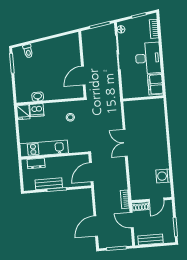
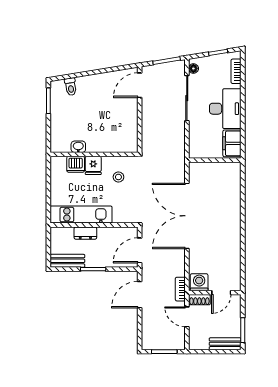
door: (83, 76) -> (140, 85), moved
fridge: (23, 112) -> (93, 165), moved
double door: (125, 143) -> (187, 216), width x1.87
dresser: (36, 163) -> (85, 233), moved
washing machine: (163, 176) -> (199, 282), moved, turned 90
bench: (49, 184) -> (67, 261), moved
door: (96, 226) -> (140, 295), moved
bench: (151, 239) -> (225, 344), moved

